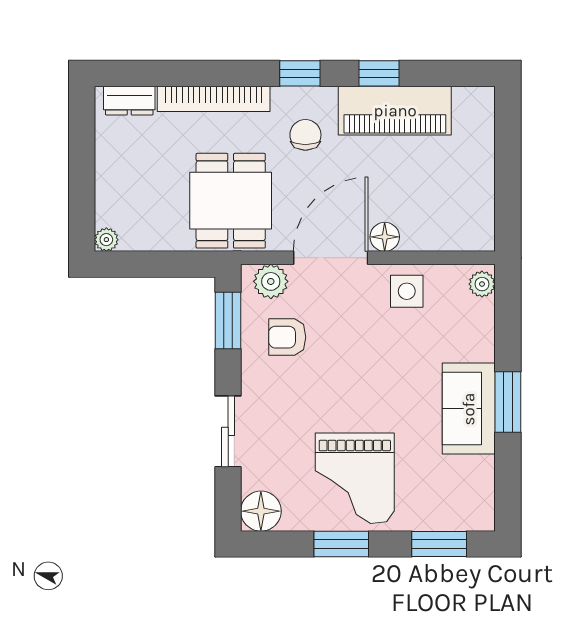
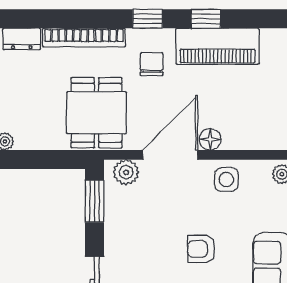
armchair: (287, 337) -> (201, 249), moved

